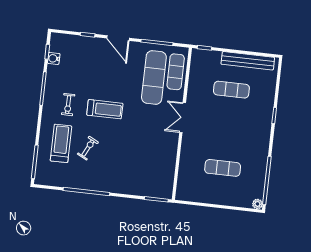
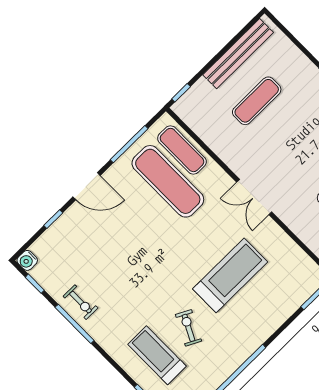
water cooler: (54, 58) -> (27, 260), moved
exercise bike: (68, 105) -> (81, 302), moved
treadmill: (105, 109) -> (230, 275), moved, width x1.37, depth x1.38
double door: (183, 118) -> (254, 197), moved

